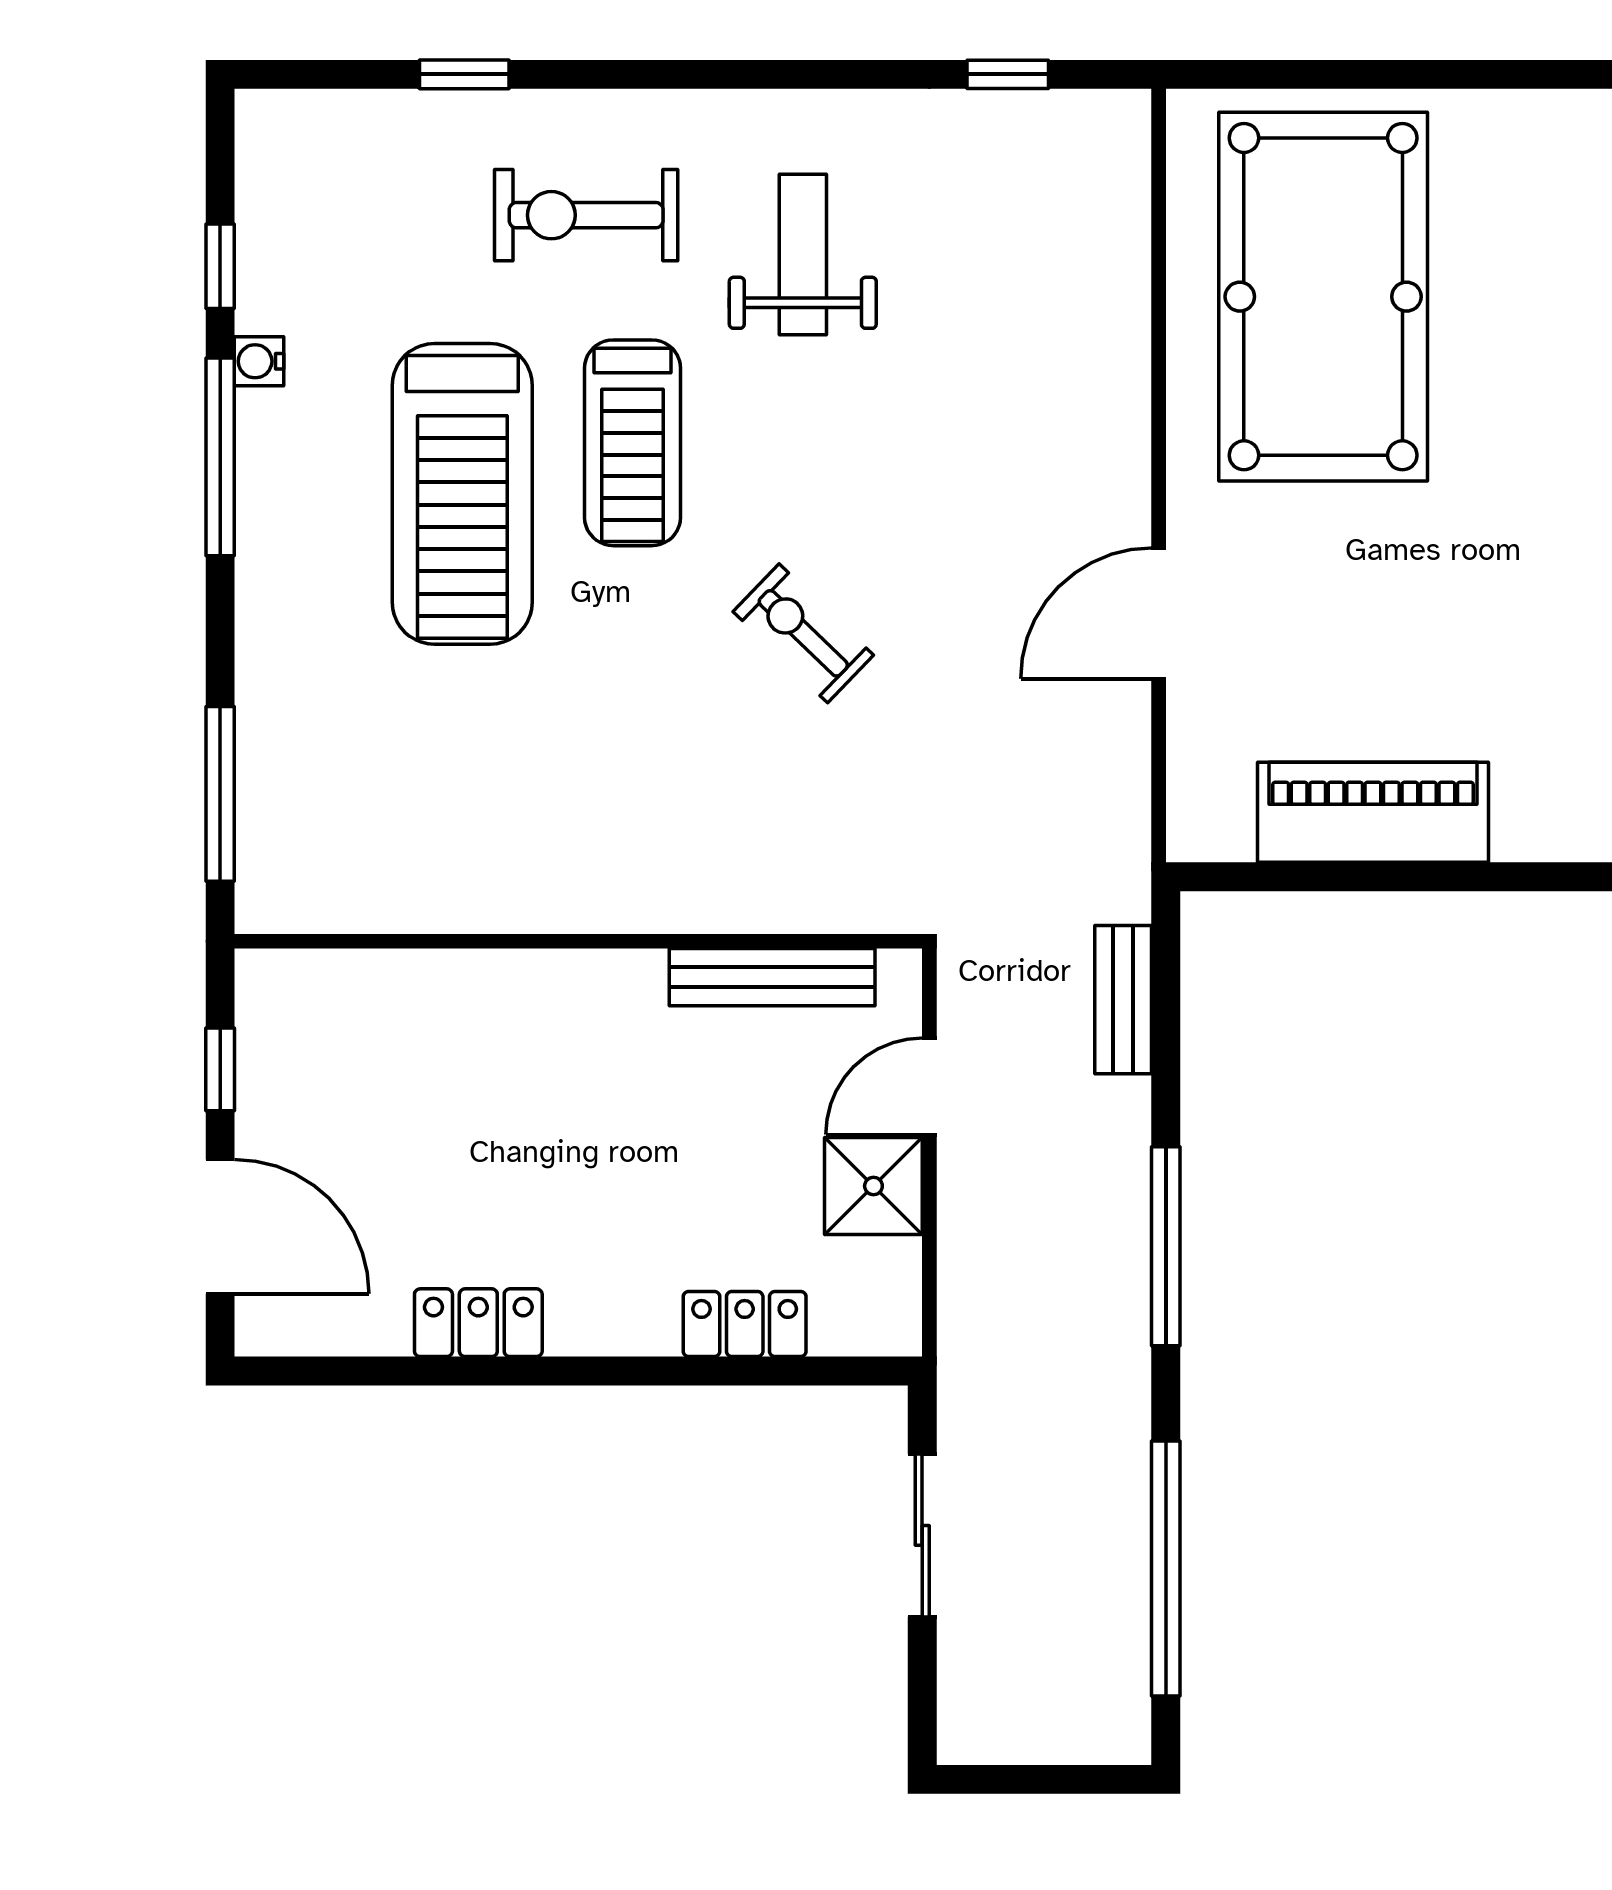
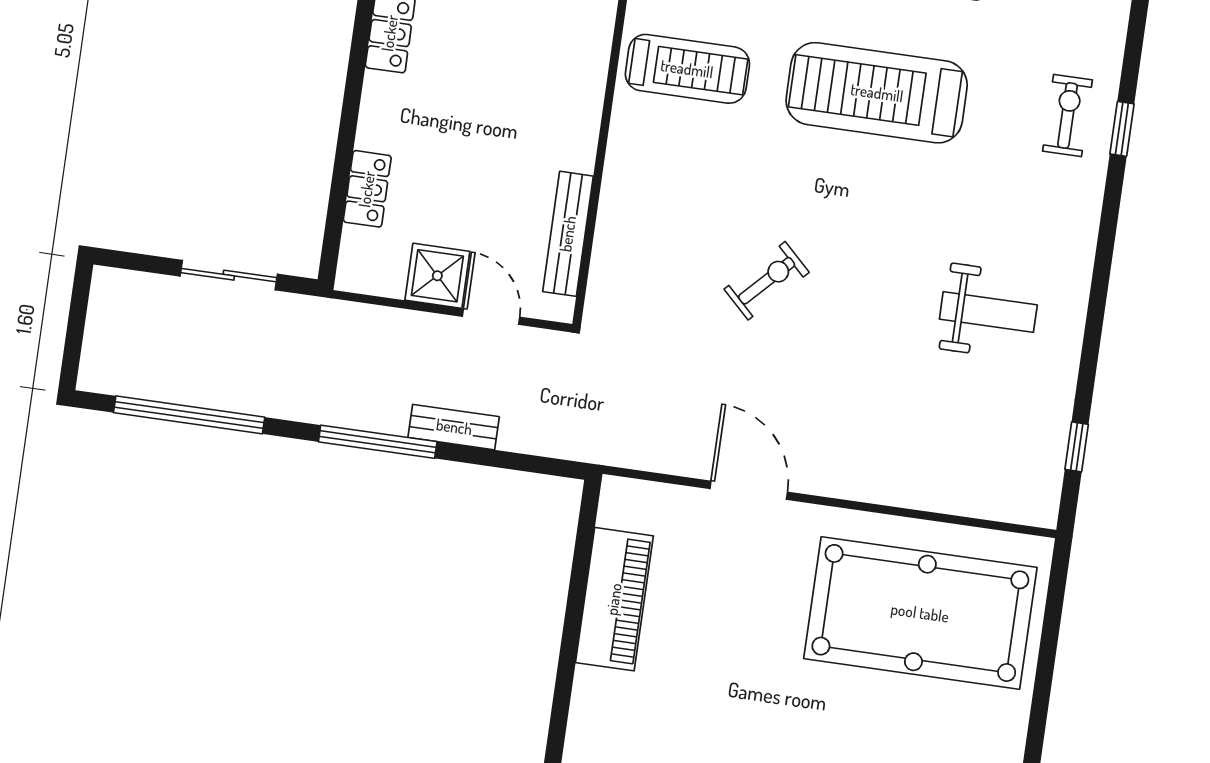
exercise bike: (586, 215) -> (1067, 115), moved, width x0.73, depth x0.72
treadmill: (633, 443) -> (687, 69), moved, turned 180
bench: (1123, 1000) -> (454, 427), moved

